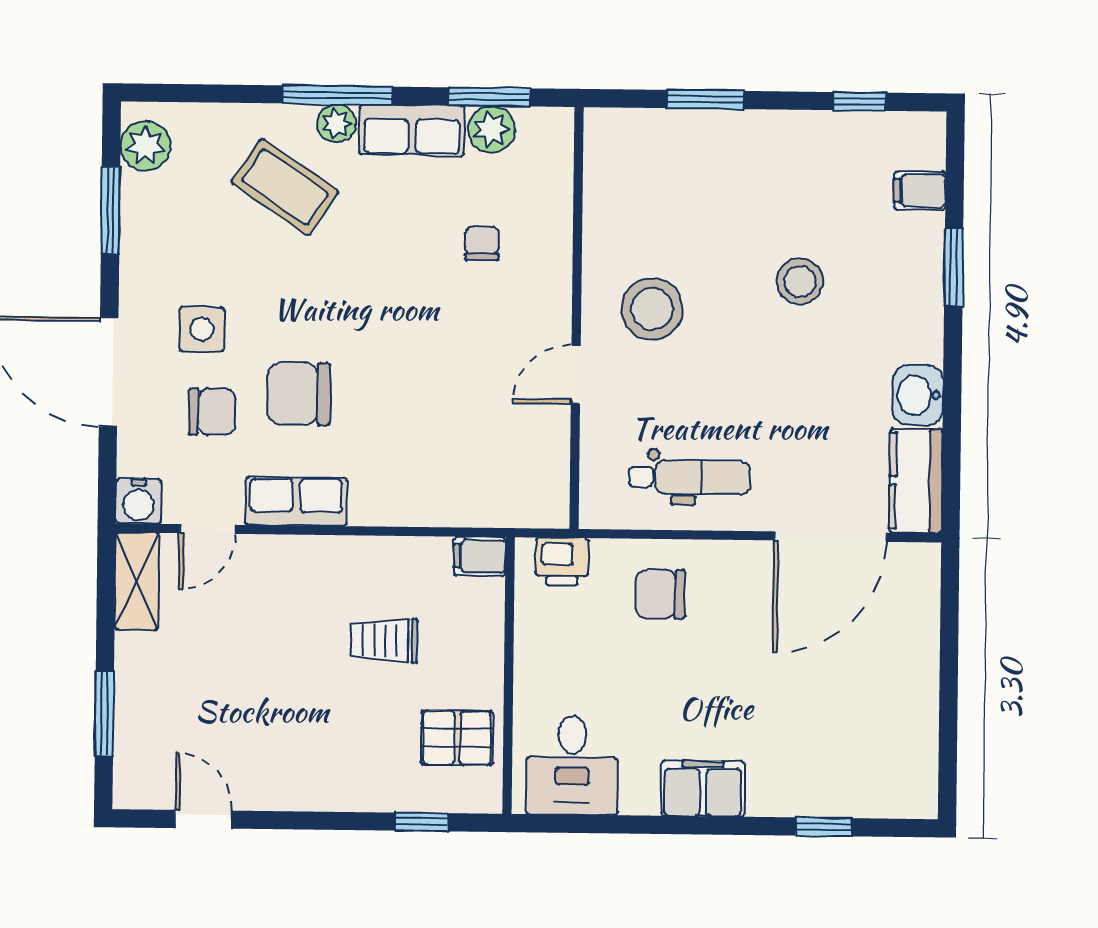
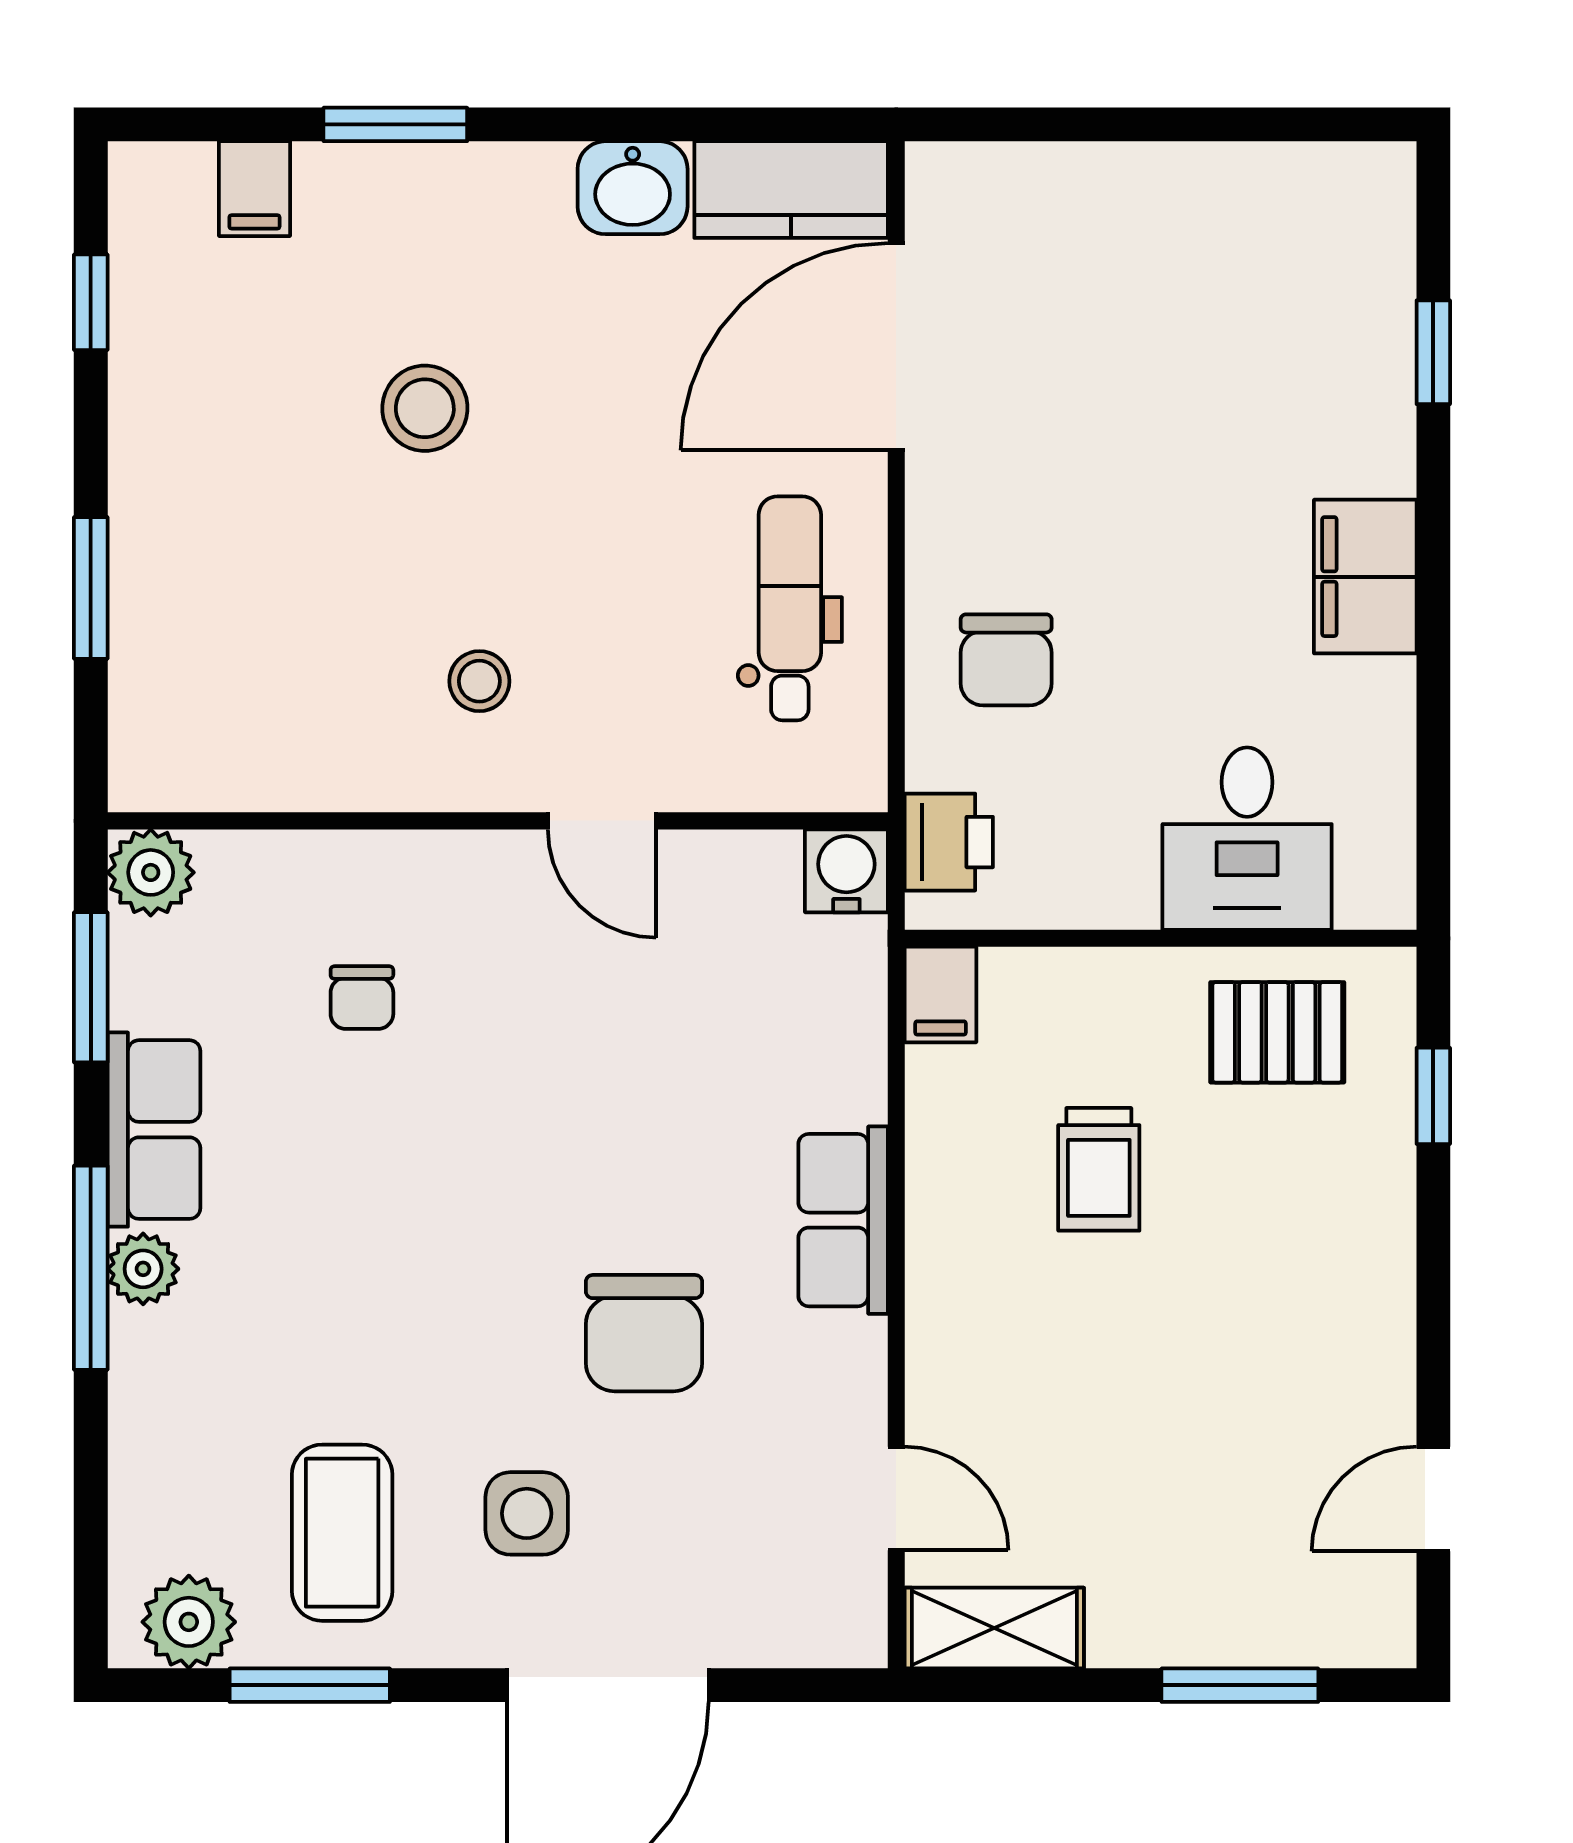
plant: (491, 129) -> (151, 872), moved
coffee table: (285, 187) -> (342, 1533), moved, turned -34
chair: (482, 243) -> (362, 998), turned -90
stool: (652, 309) -> (479, 681), width x0.53, depth x0.53
chair: (212, 412) -> (679, 1492), removed
water cooler: (138, 501) -> (846, 871), moved, turned -90
row of seats: (296, 501) -> (843, 1220), moved
door: (830, 537) -> (896, 347), swing flipped
pallet: (457, 738) -> (1277, 1032), turned 90
desk: (572, 765) -> (1247, 839), moved, turned 90

